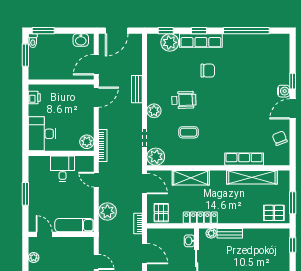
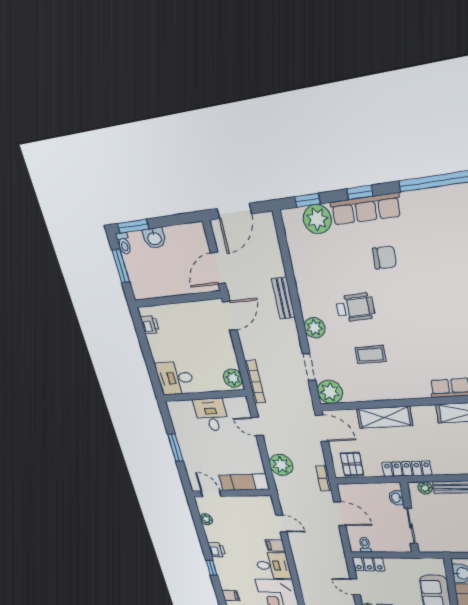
washbasin: (81, 40) -> (154, 238), moved
desk: (42, 134) -> (175, 378), width x0.73

